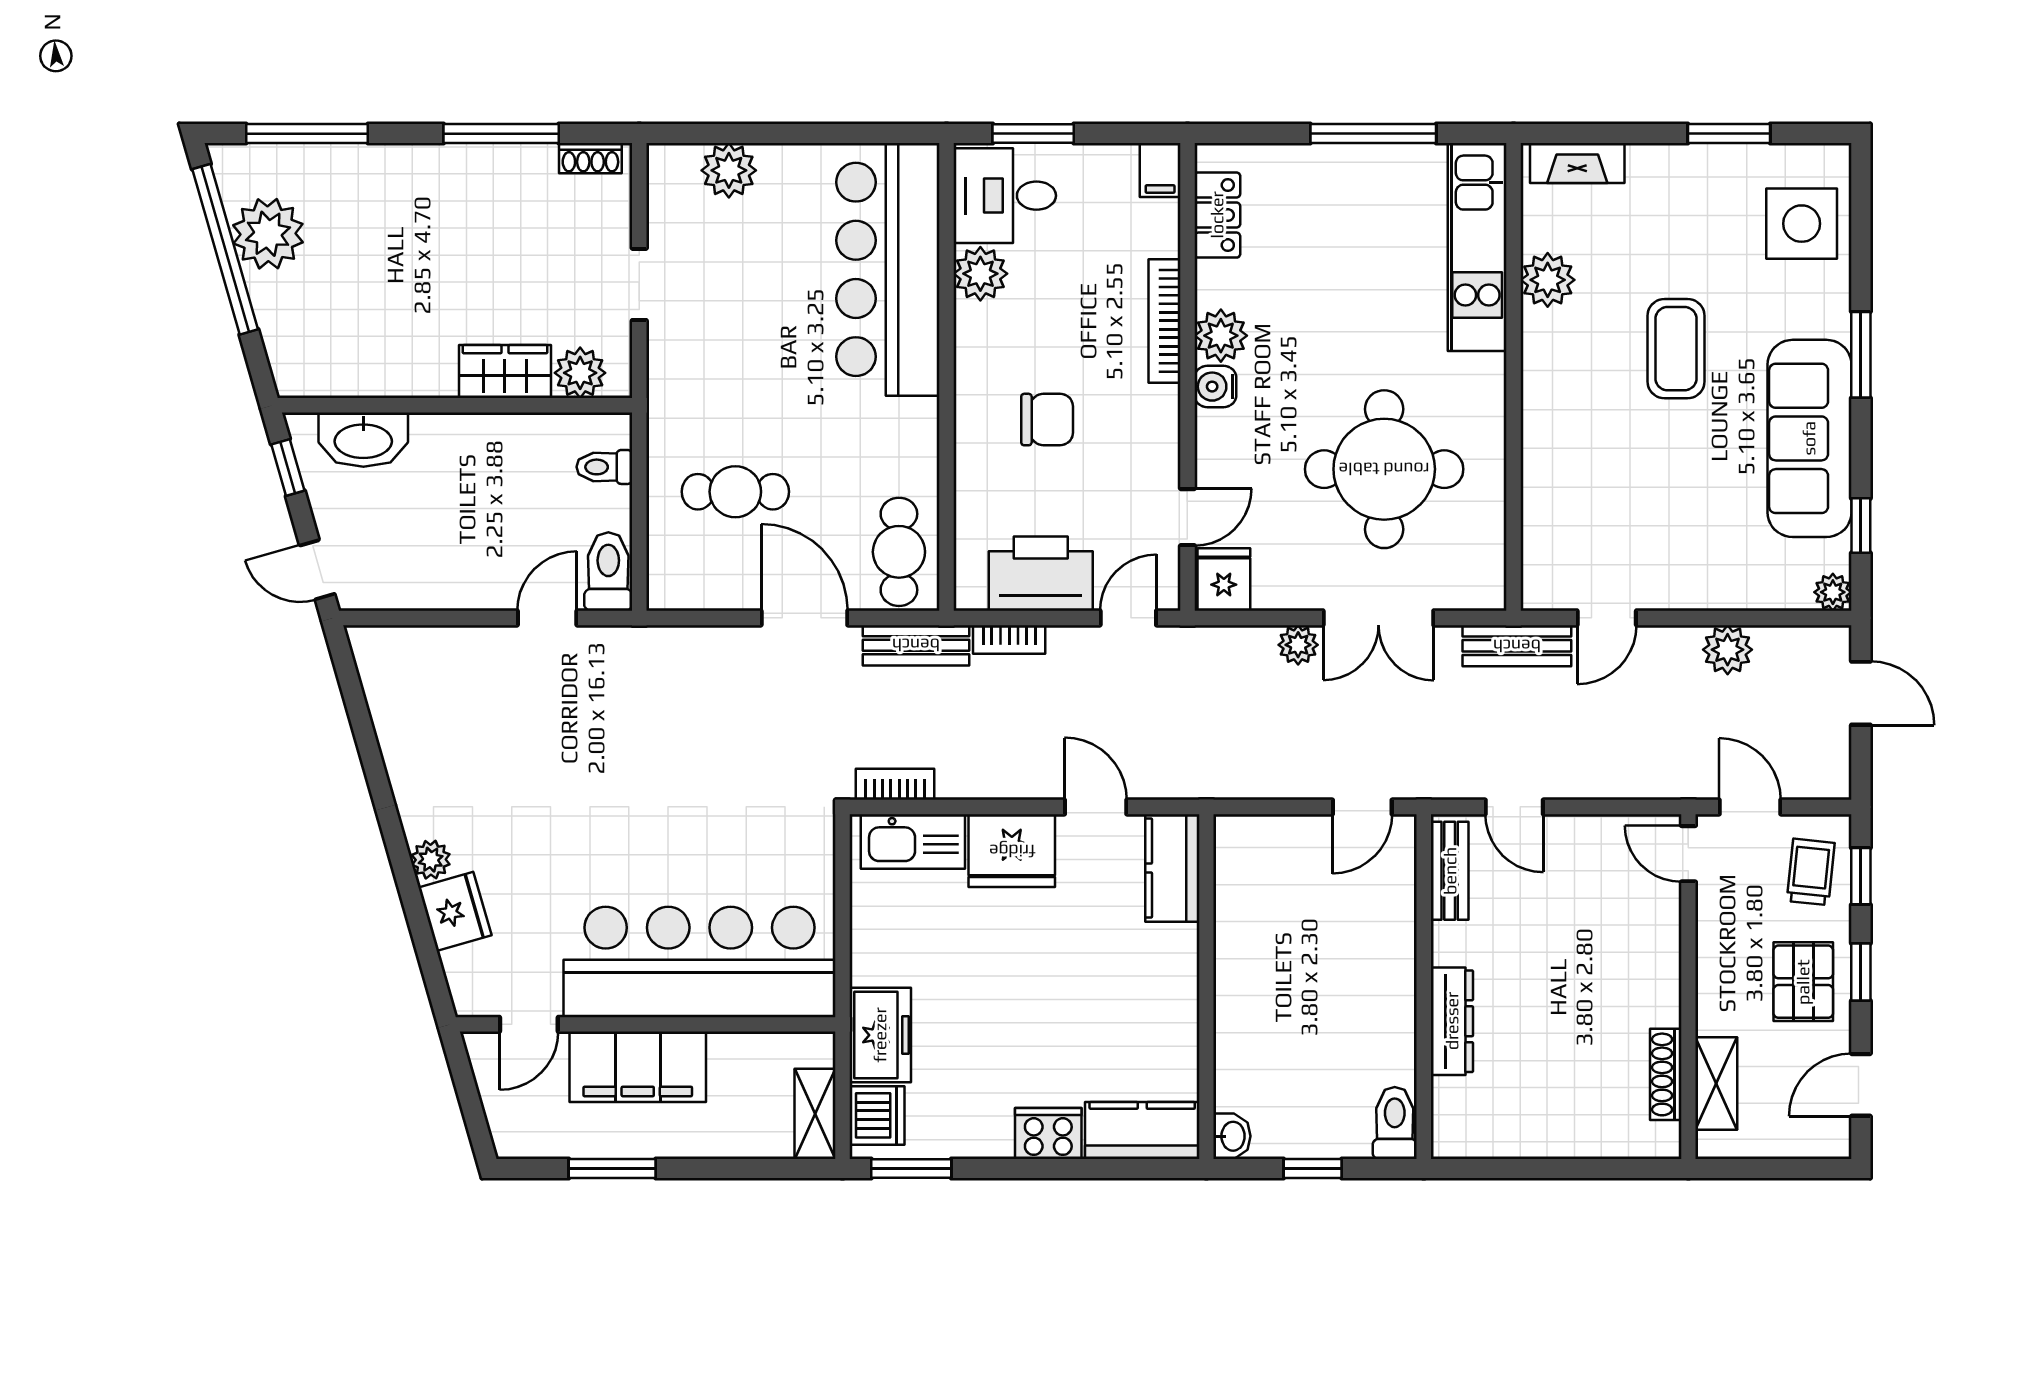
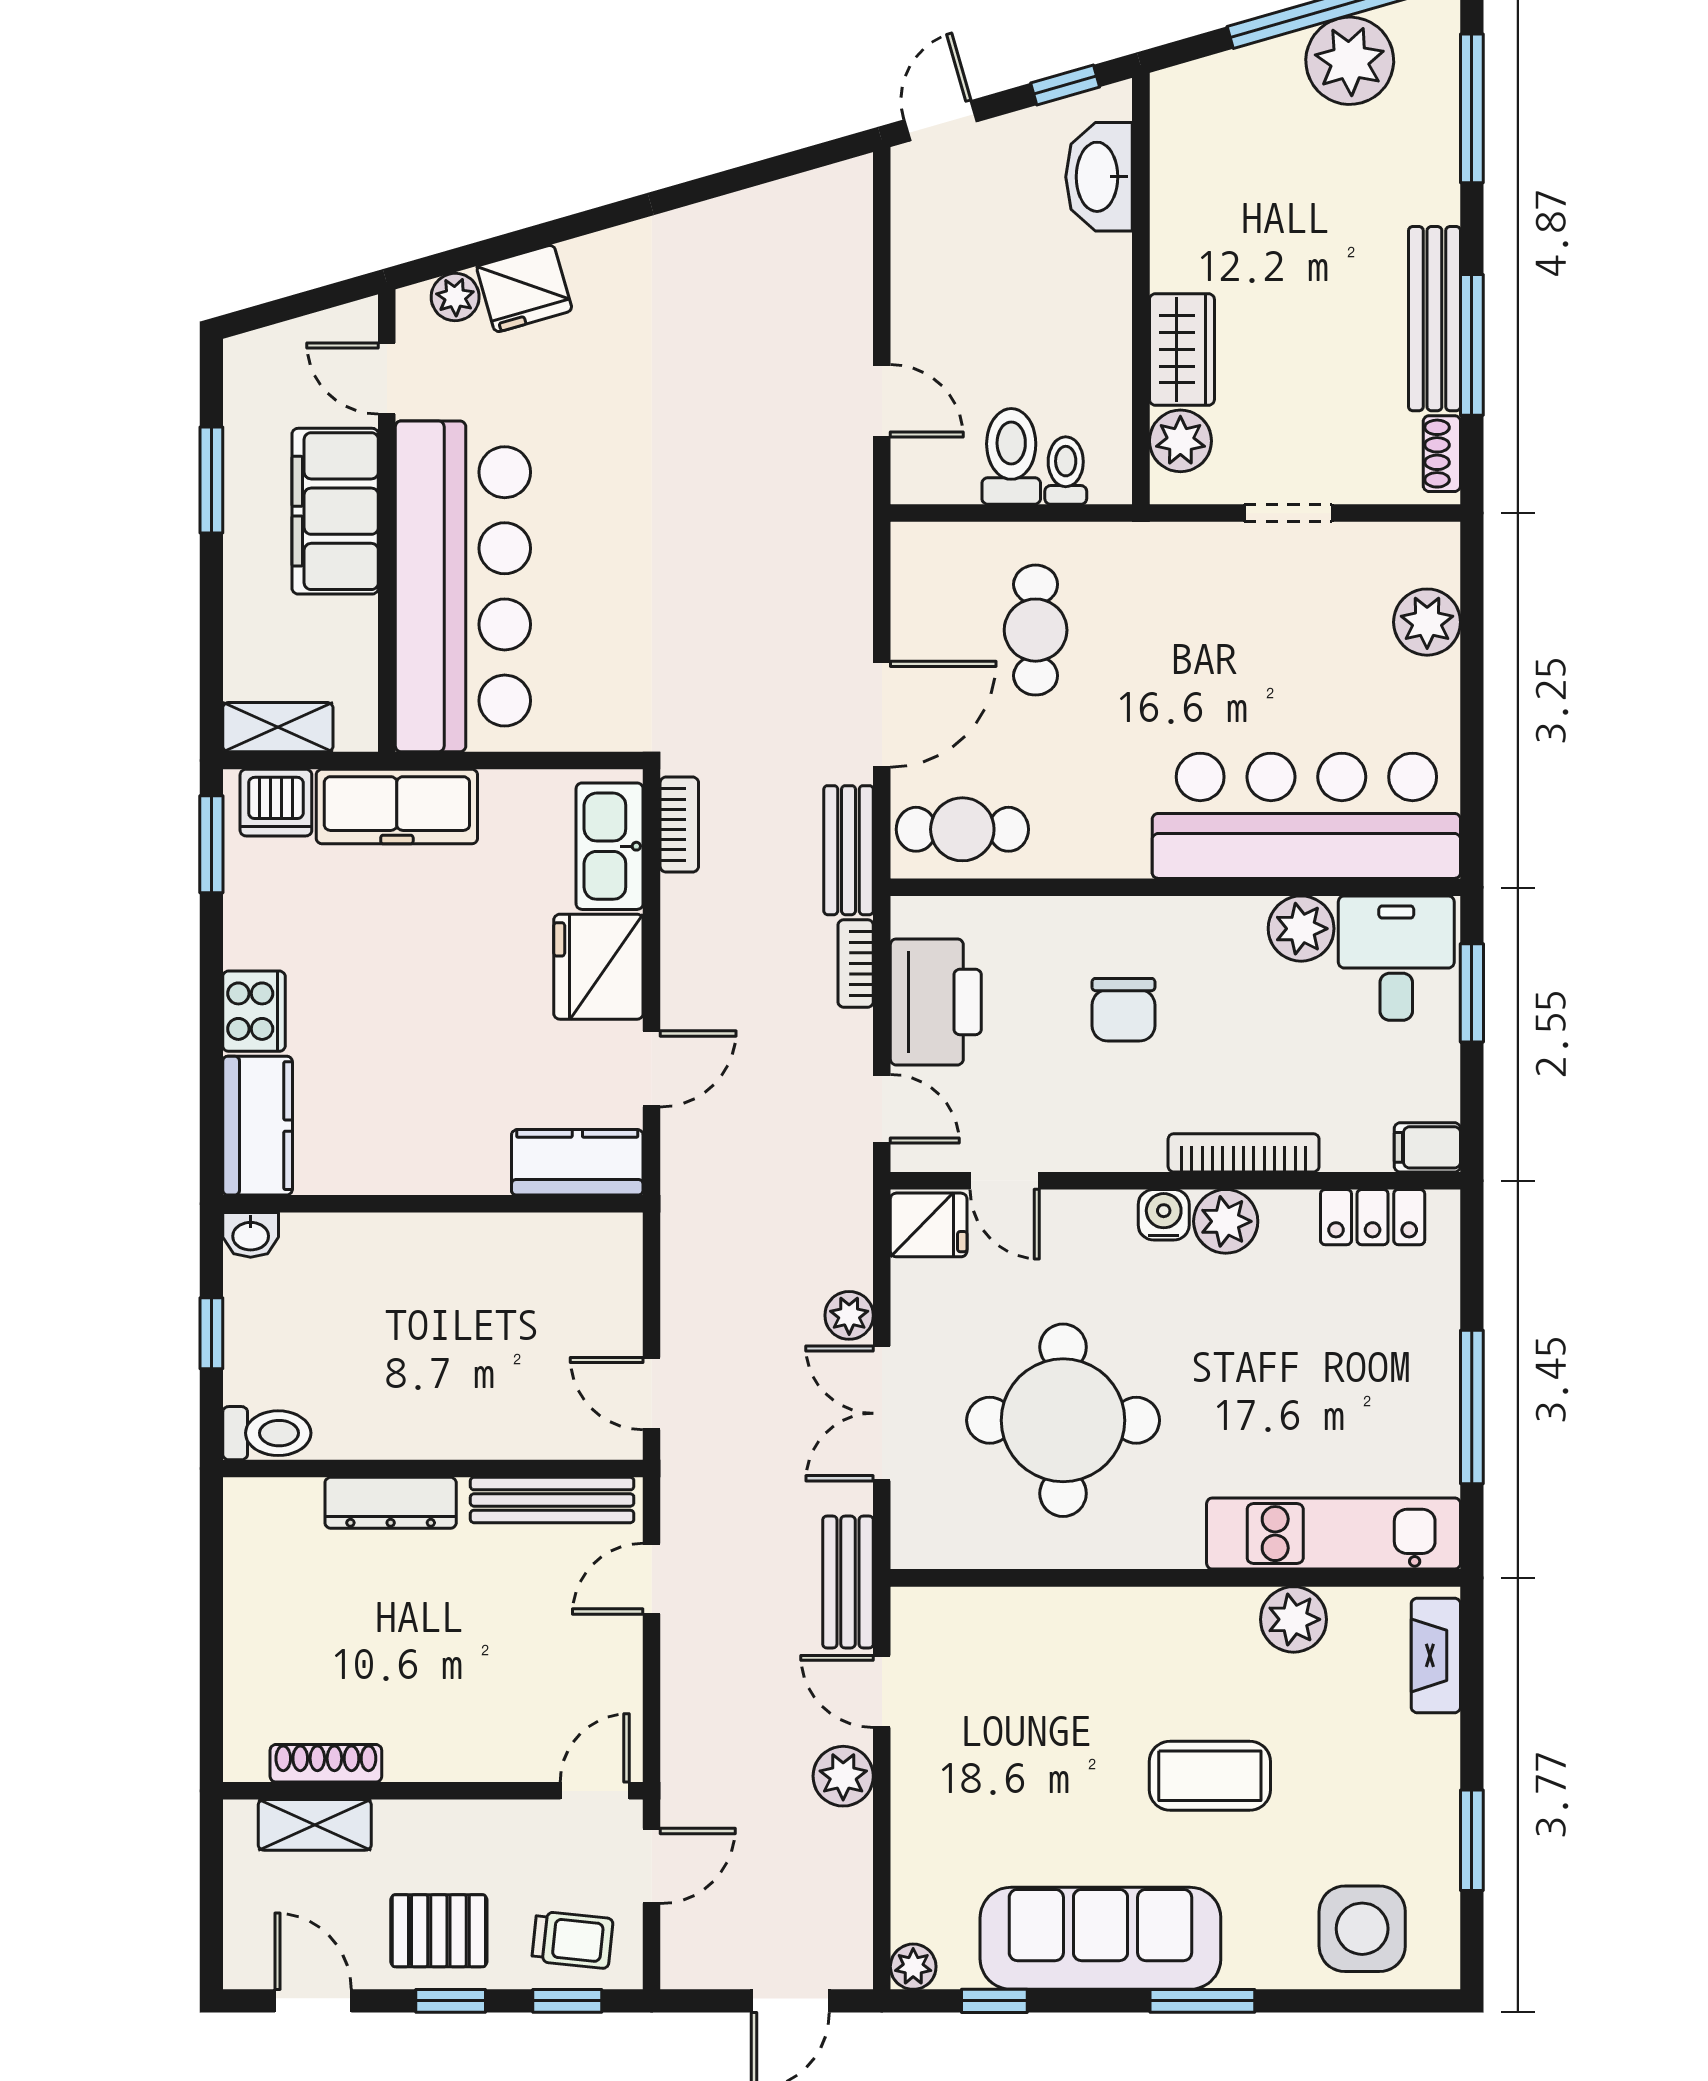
bench: (480, 164) -> (1434, 319), added
toilet: (608, 571) -> (1011, 456), moved, turned -90
plant: (1728, 650) -> (843, 1776), moved
plant: (431, 860) -> (455, 297), moved
bench: (1450, 871) -> (552, 1500), width x1.36
freezer: (880, 1035) -> (397, 807), width x1.40

